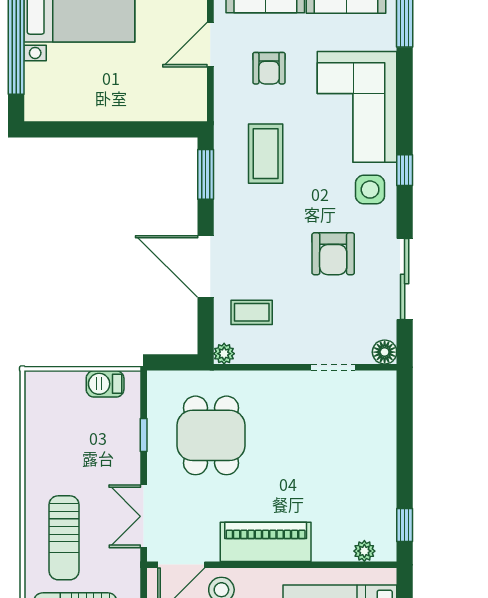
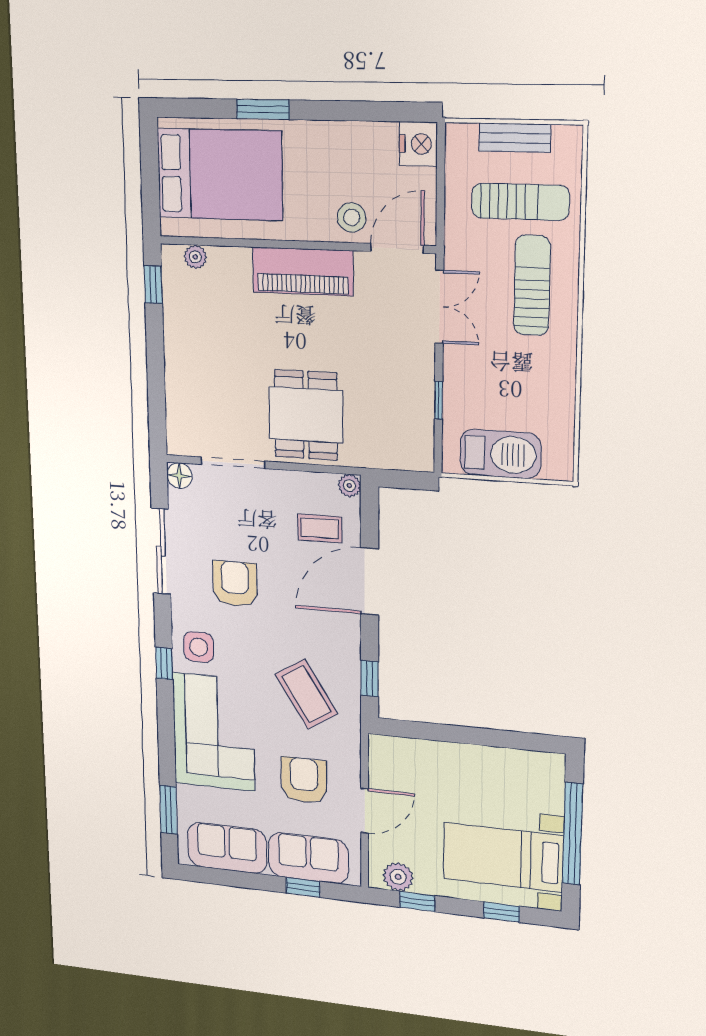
armchair: (269, 68) -> (304, 780), width x1.38, depth x1.38
coffee table: (266, 154) -> (306, 694), turned -32
window: (206, 174) -> (370, 679), width x0.67
door: (206, 267) -> (370, 581), swing flipped
doorway: (333, 367) -> (233, 463), width x1.38
barbecue: (105, 384) -> (500, 454), width x1.88, depth x1.53
dining table: (211, 435) -> (306, 415), moved

